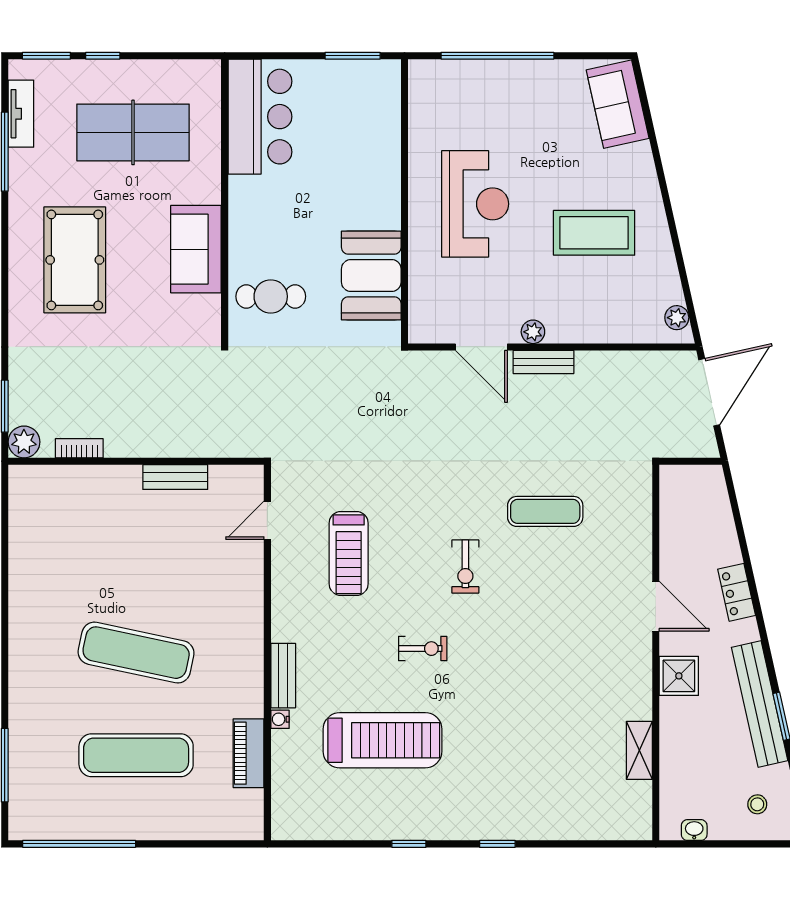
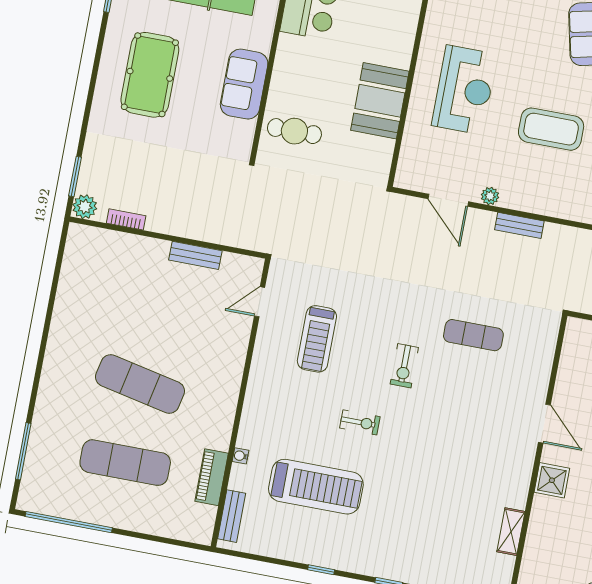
booth: (371, 276) -> (380, 101), moved
bench: (544, 362) -> (519, 225), moved
bench: (283, 676) -> (232, 516), moved

